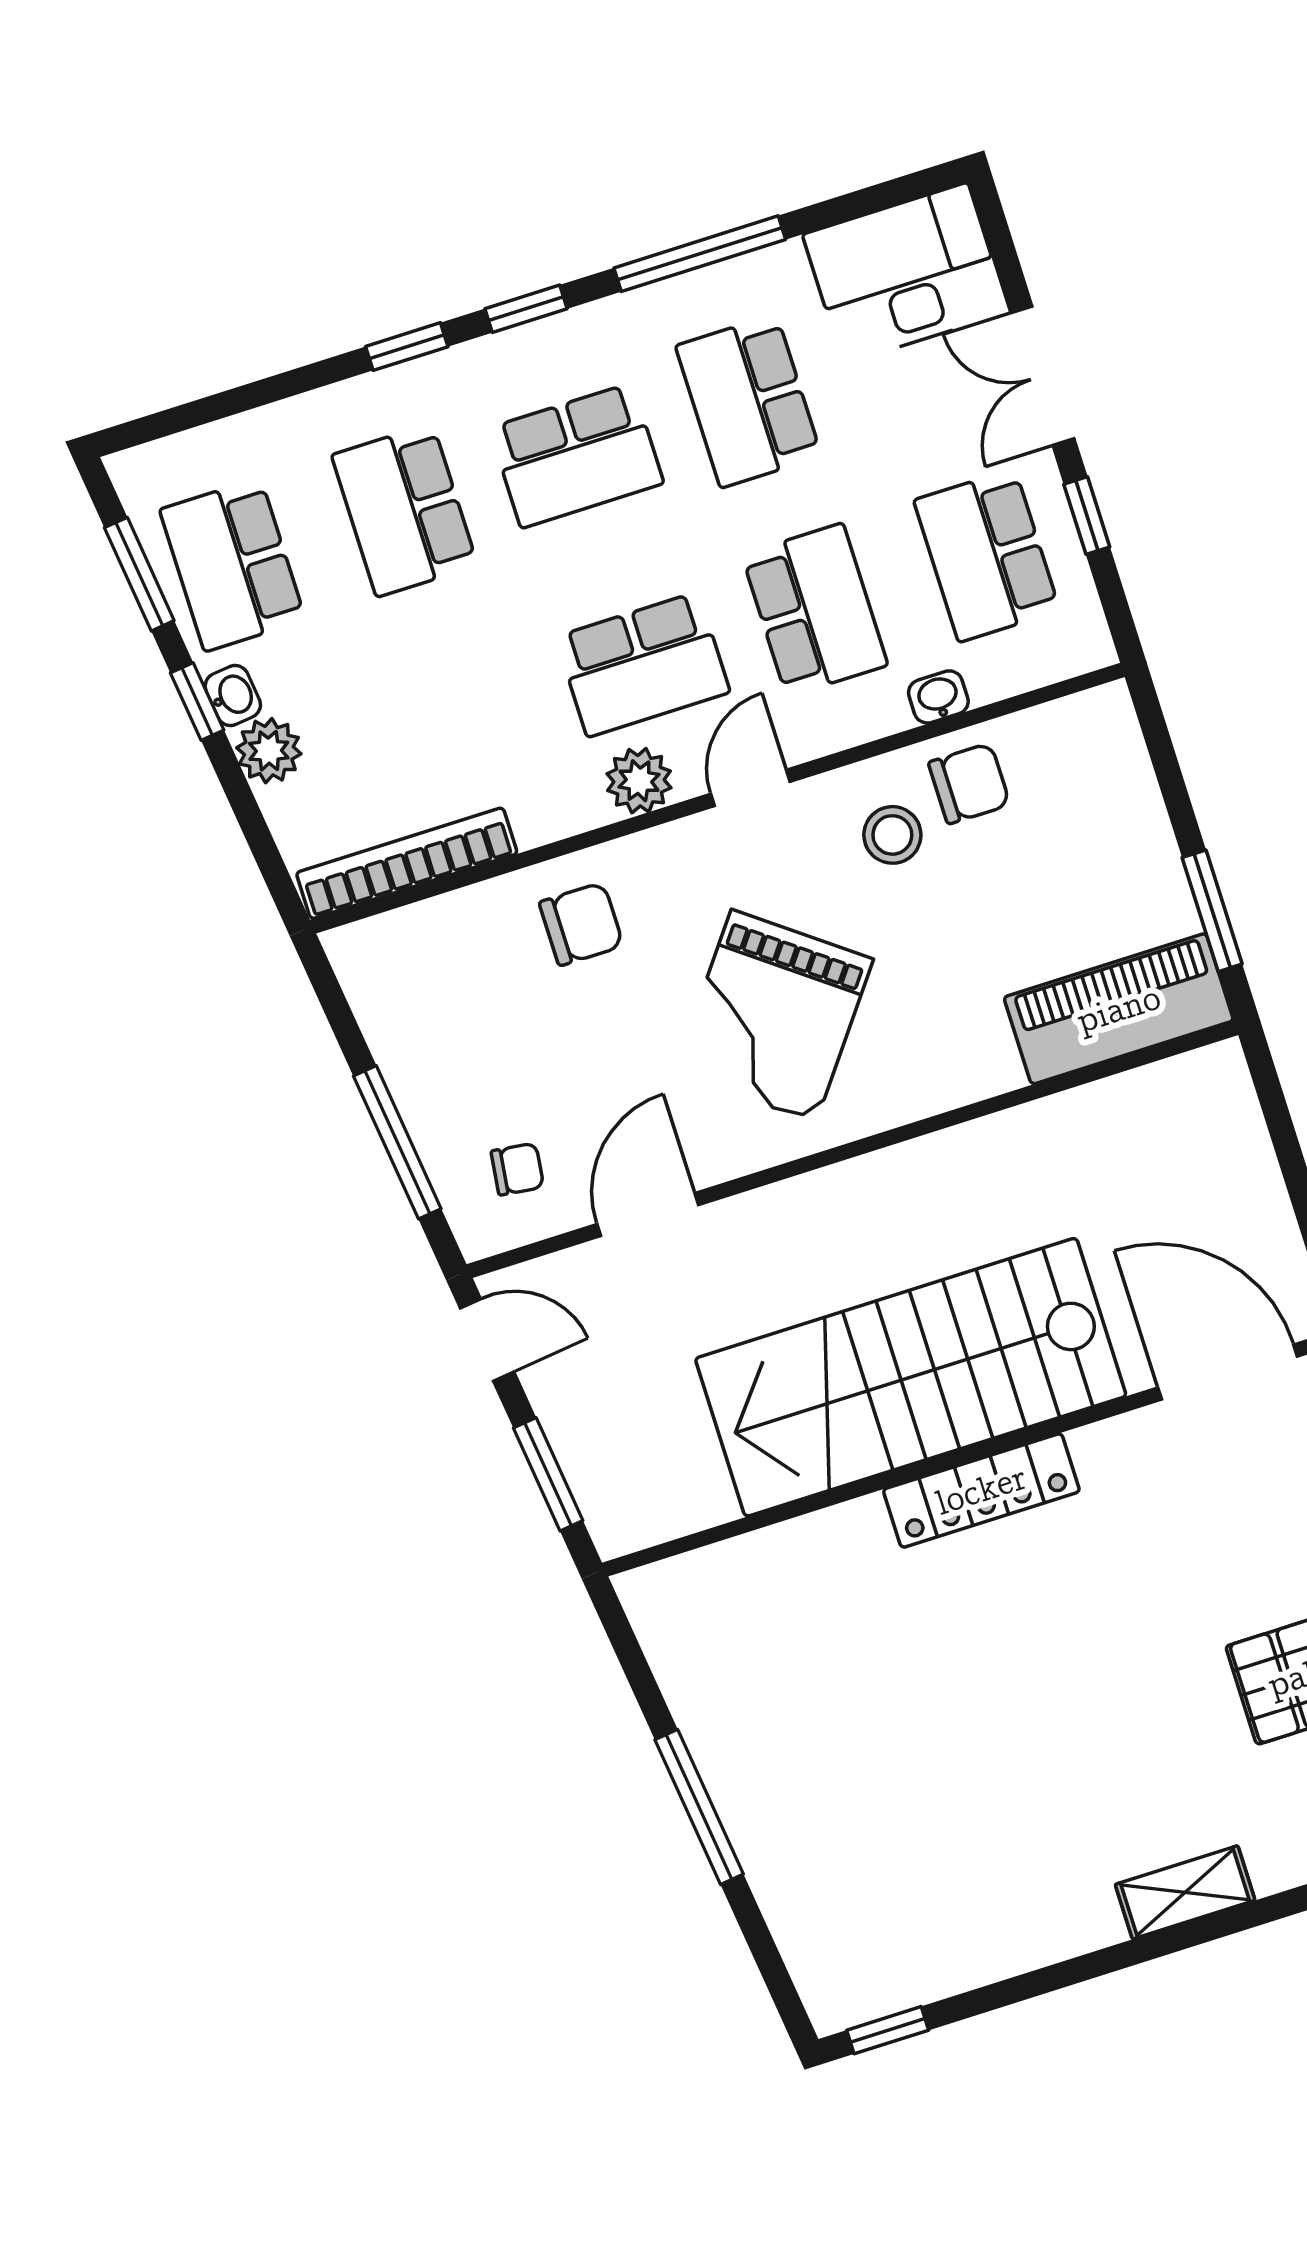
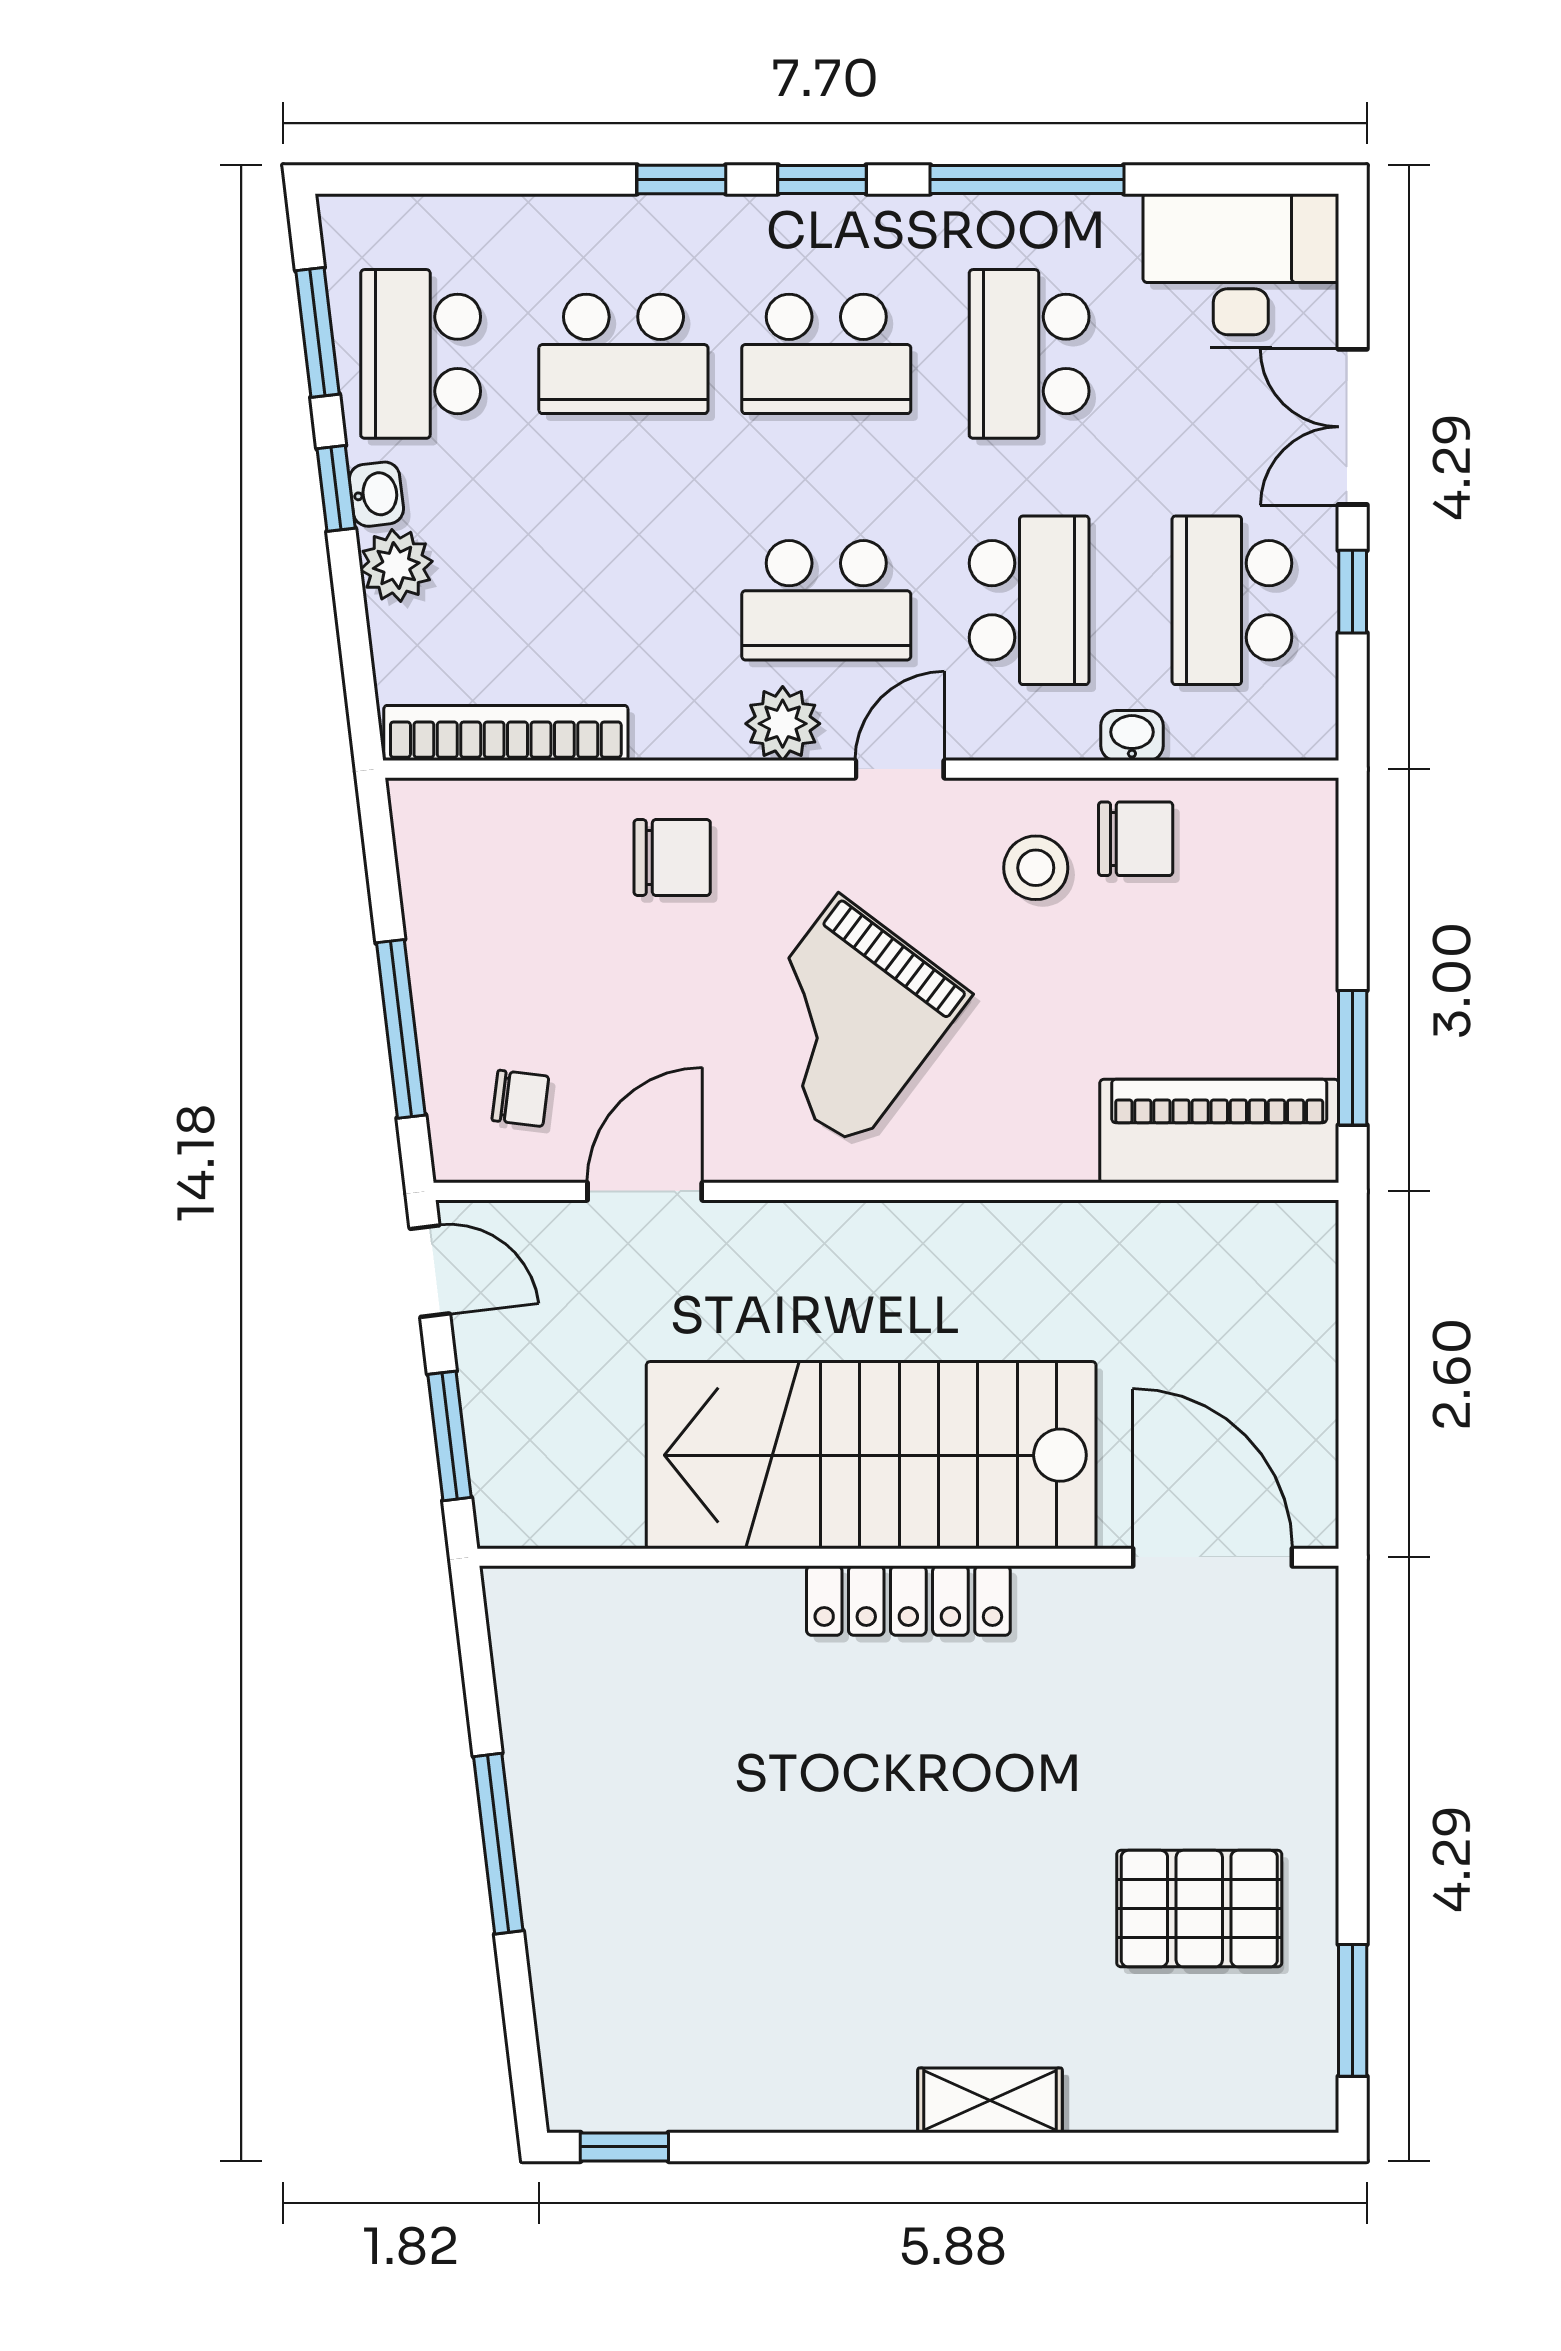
school desk: (405, 510) -> (623, 354), turned -90

